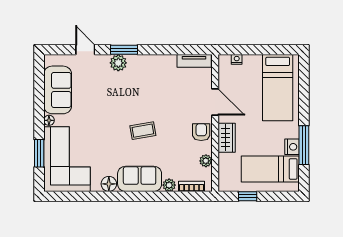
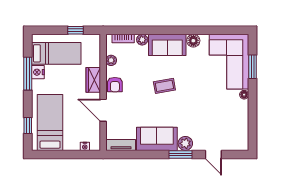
window: (304, 84) -> (28, 125), added
sofa: (58, 90) -> (157, 139), moved, turned 90

